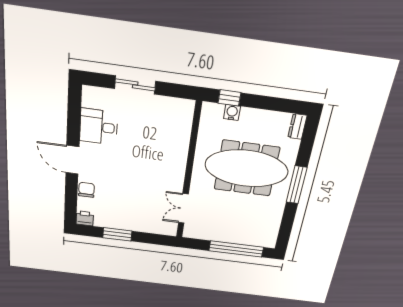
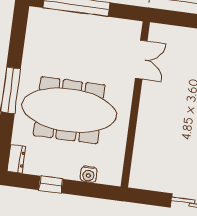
window: (229, 98) -> (51, 184), moved

